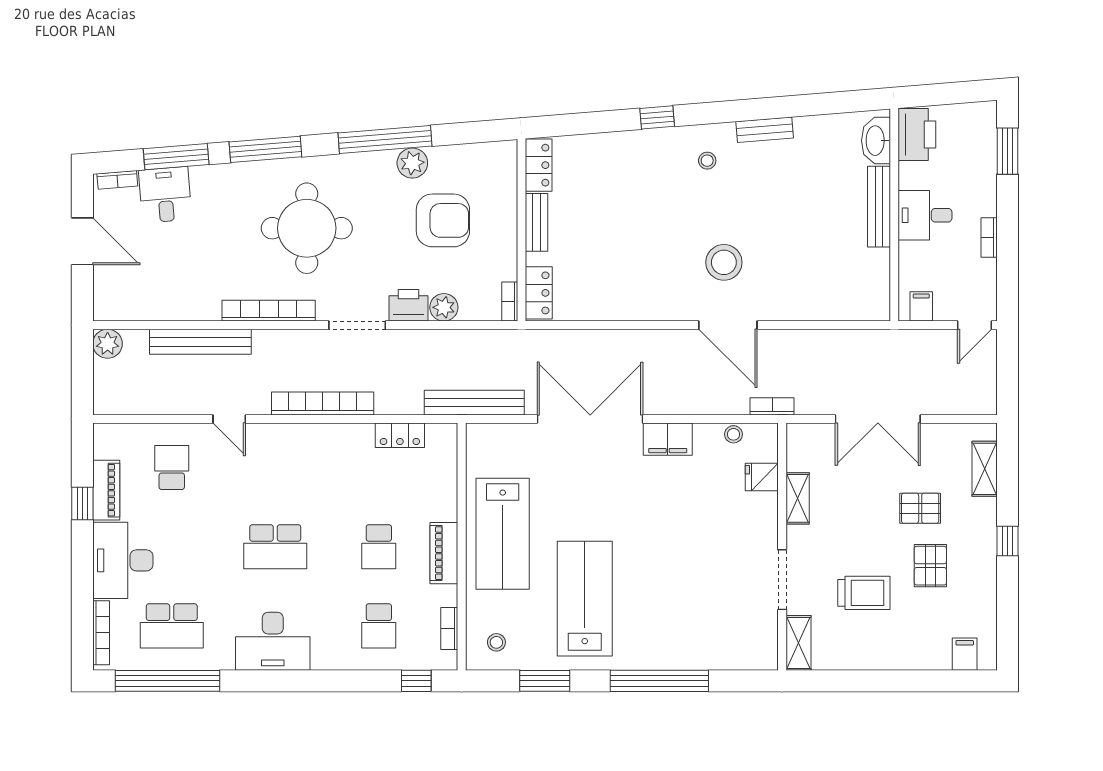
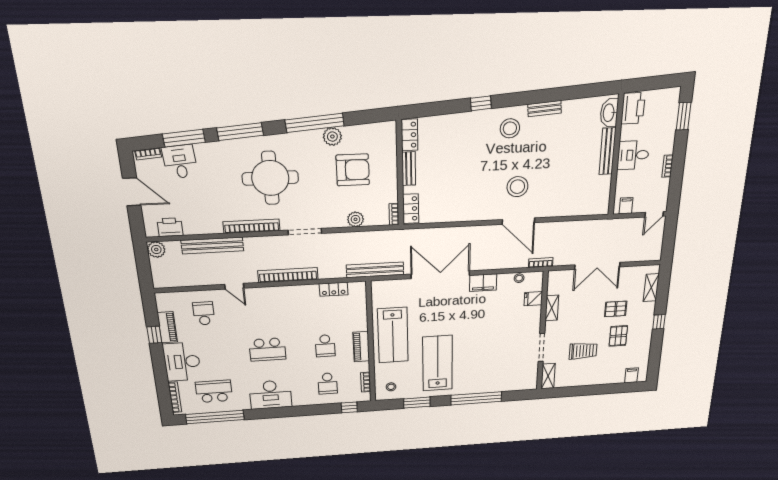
stool: (707, 161) -> (510, 128), width x1.89, depth x1.89
printer: (409, 305) -> (170, 227), moved
school desk: (172, 626) -> (214, 391), turned 180

